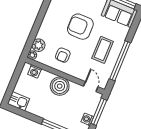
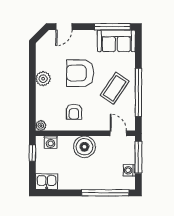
plant: (39, 45) -> (43, 79), moved
coffee table: (103, 50) -> (115, 88), turned 34
window: (17, 74) -> (32, 153), added

